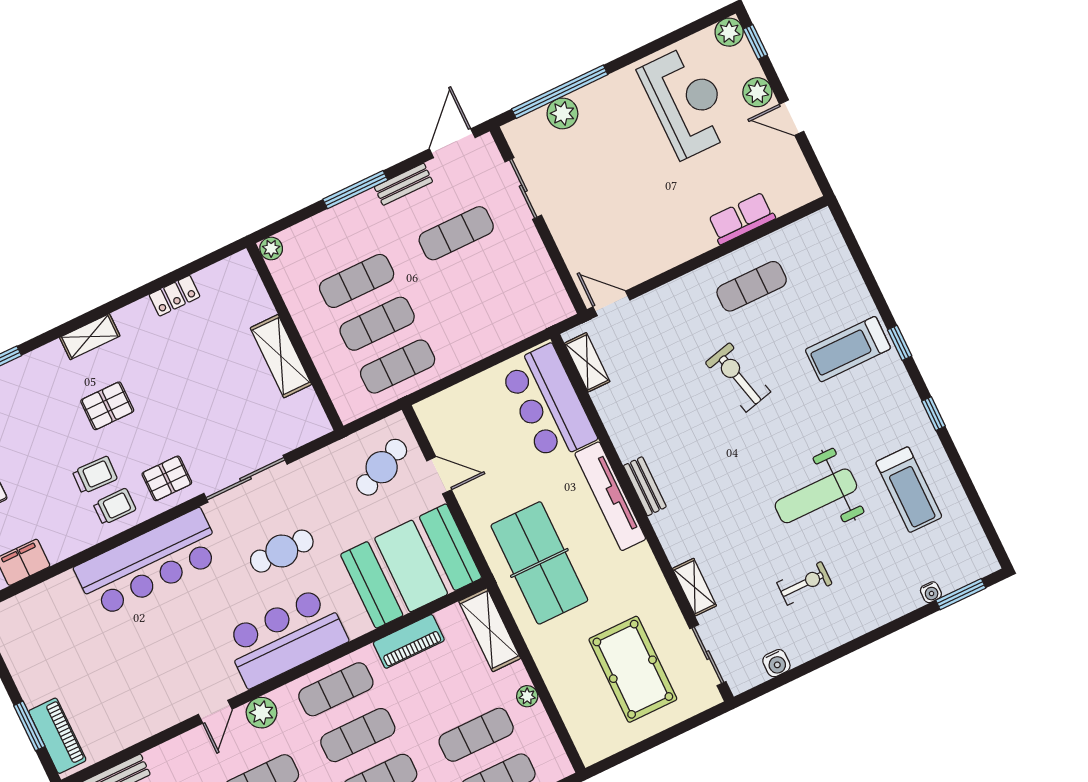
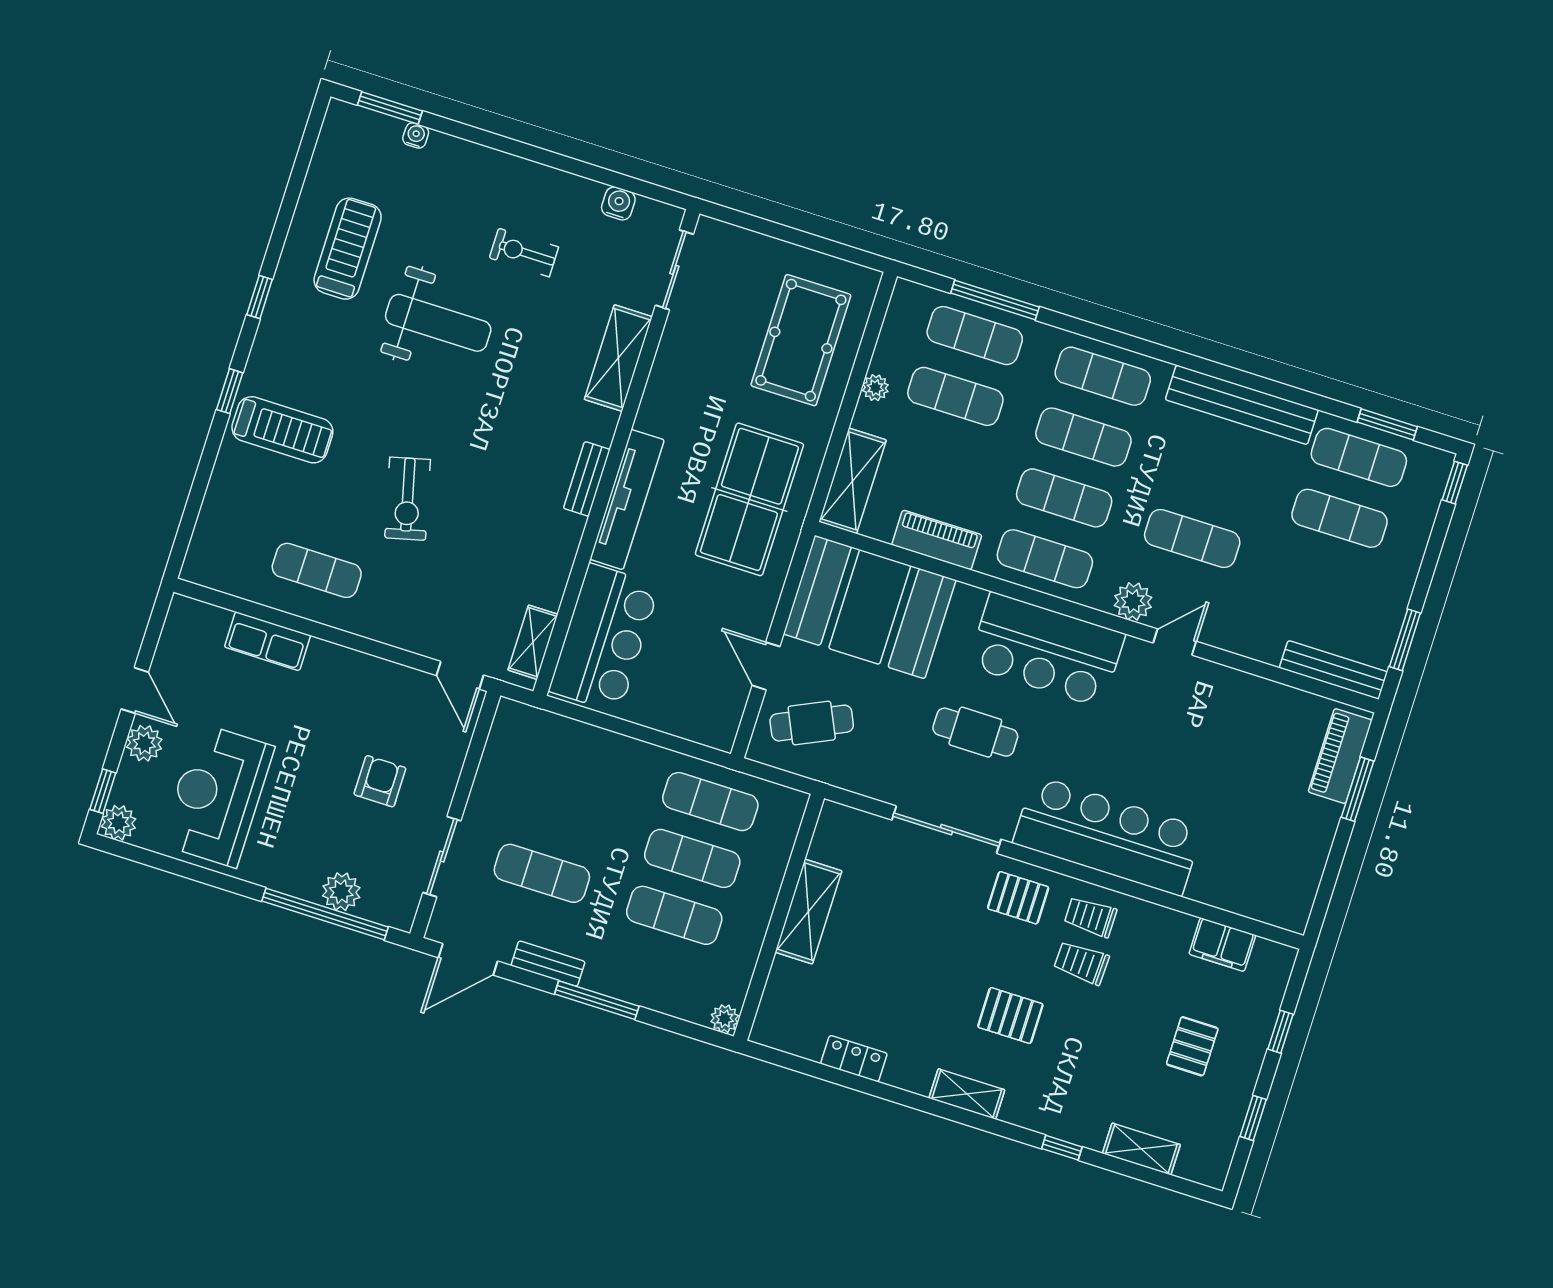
armchair: (600, 199) -> (380, 781), added
shelving: (694, 587) -> (618, 358), width x1.50, depth x1.33
pool table: (633, 669) -> (801, 340), moved

